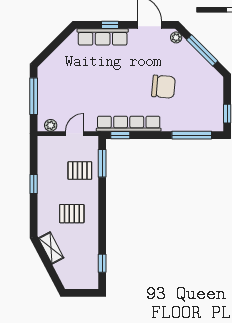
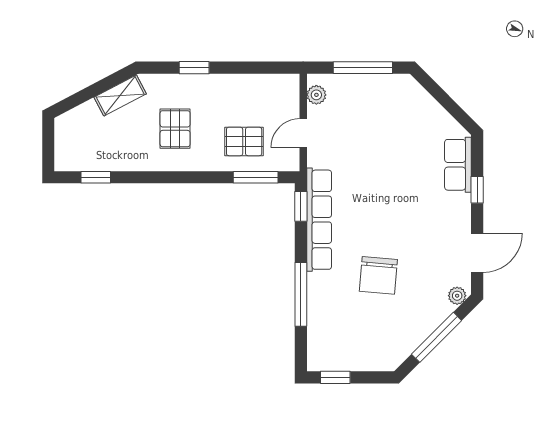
row of seats: (103, 37) -> (458, 165), width x0.68
door: (75, 134) -> (303, 133), swing flipped
window: (192, 135) -> (301, 294), moved
pallet: (80, 171) -> (244, 141), turned 90
window: (34, 184) -> (194, 68), moved

